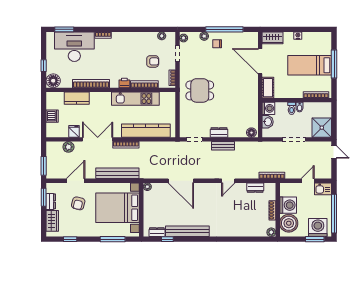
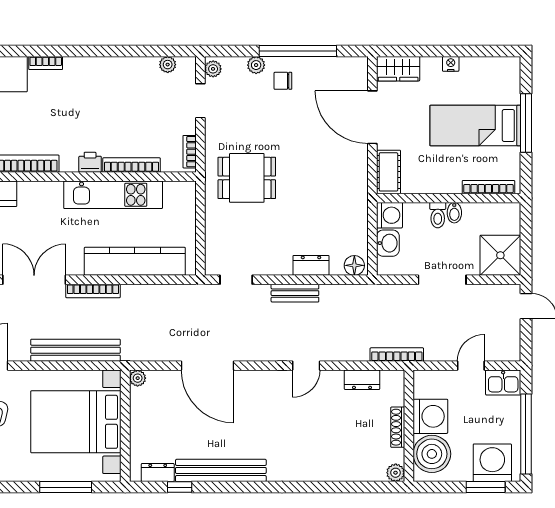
armchair: (153, 61) -> (149, 118), removed
dresser: (219, 133) -> (311, 265), moved

